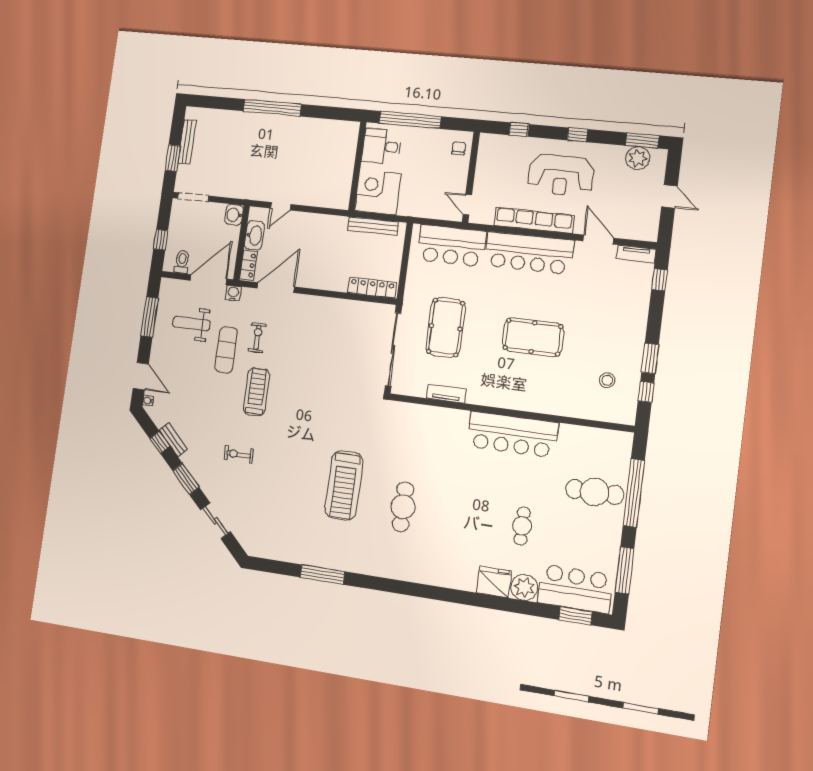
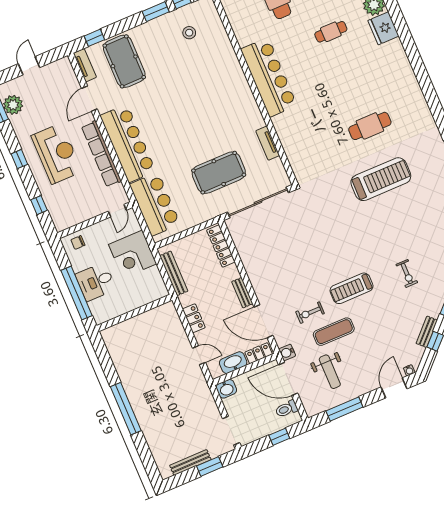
desk: (382, 146) -> (96, 282), moved, turned 90
corner desk: (378, 192) -> (133, 254), moved
locker: (318, 221) -> (194, 318), added
bench: (315, 283) -> (242, 293), added
pool table: (533, 337) -> (124, 61), moved

